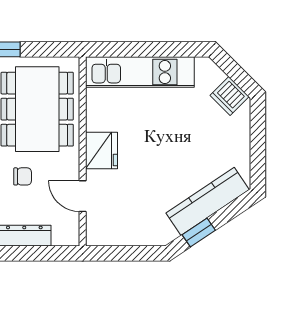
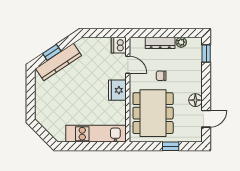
dishwasher: (230, 96) -> (119, 45), moved, turned -135
window: (199, 233) -> (52, 52), moved

